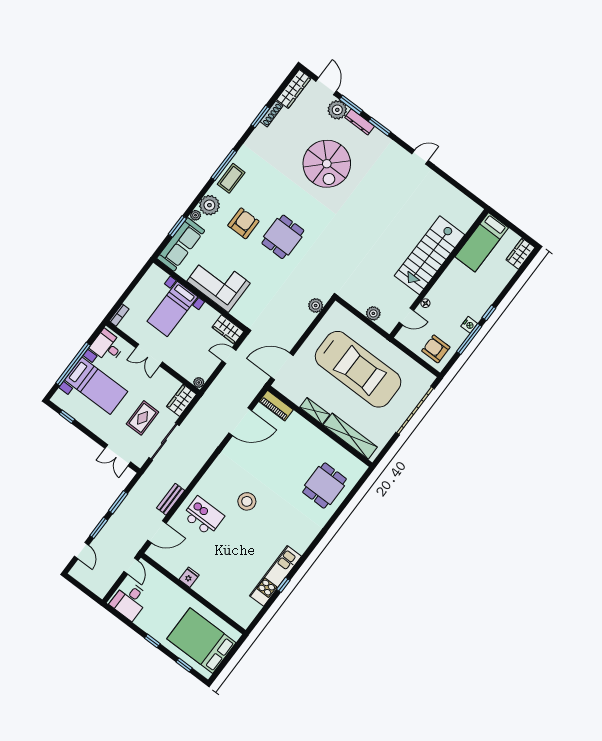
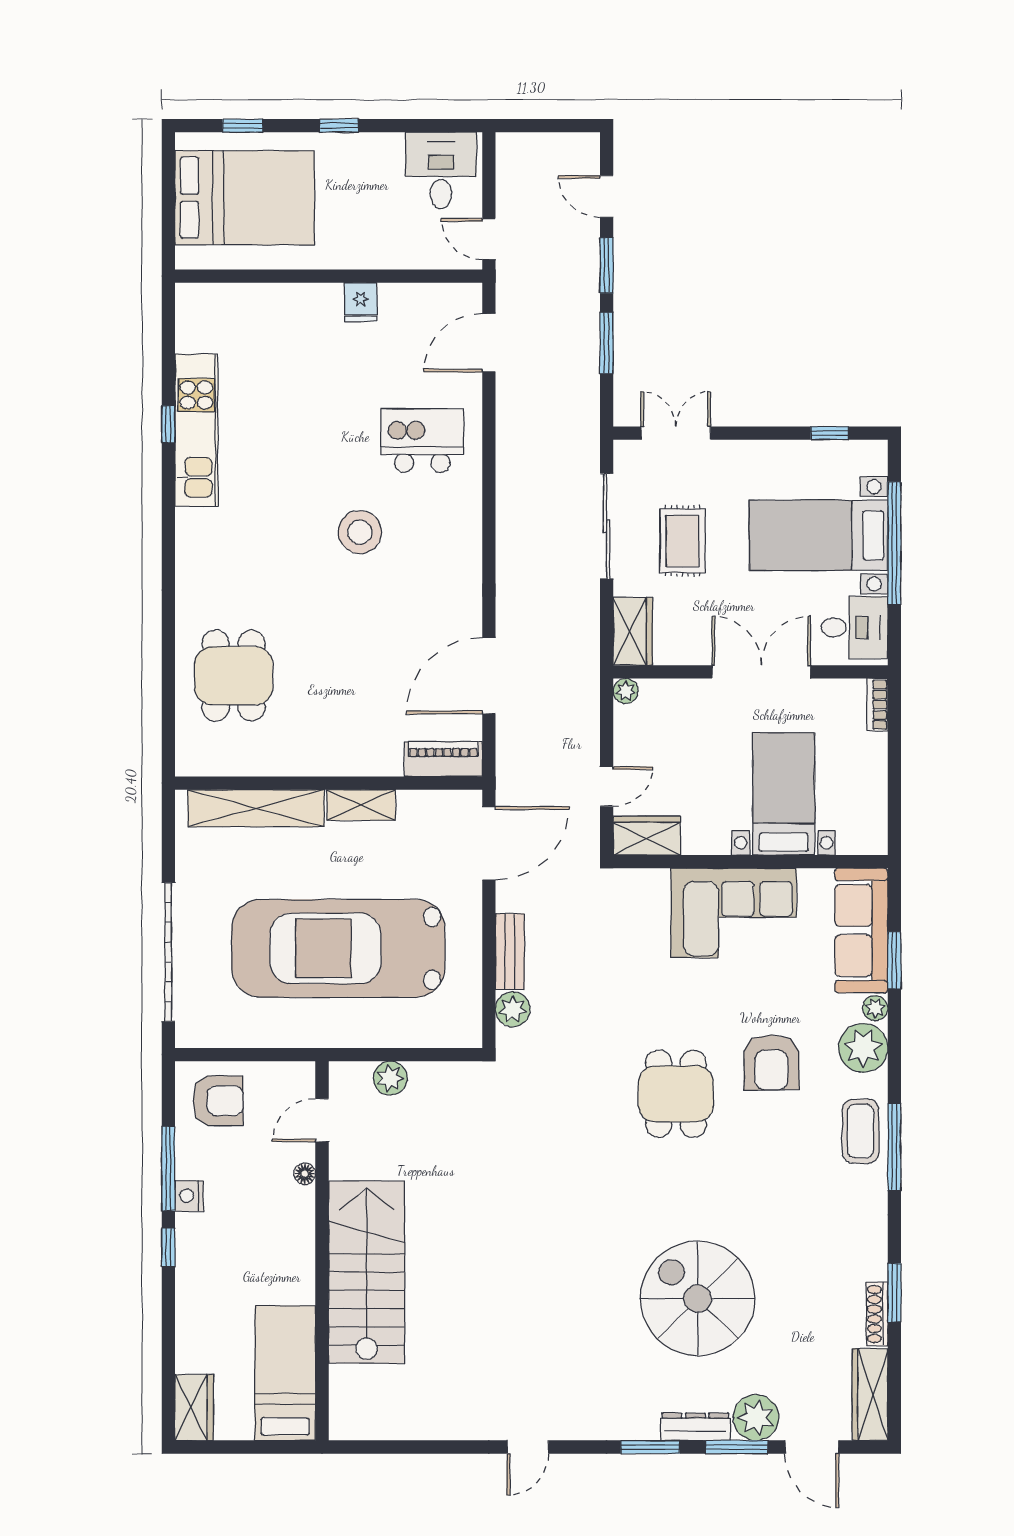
double door: (149, 355) -> (761, 672), width x1.37
bench: (171, 499) -> (510, 952), moved
kitchen island: (203, 516) -> (422, 441), turned 180

